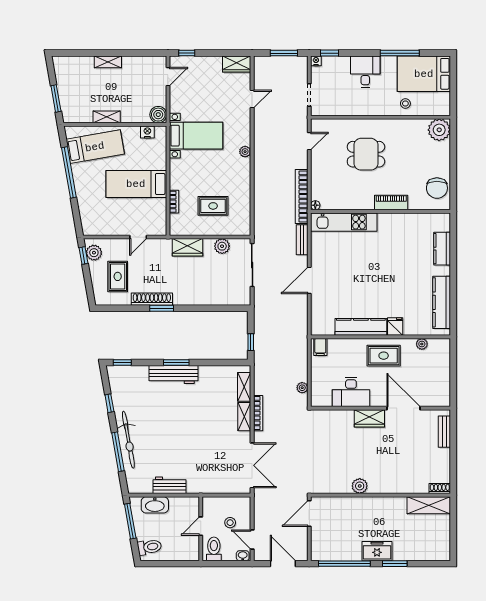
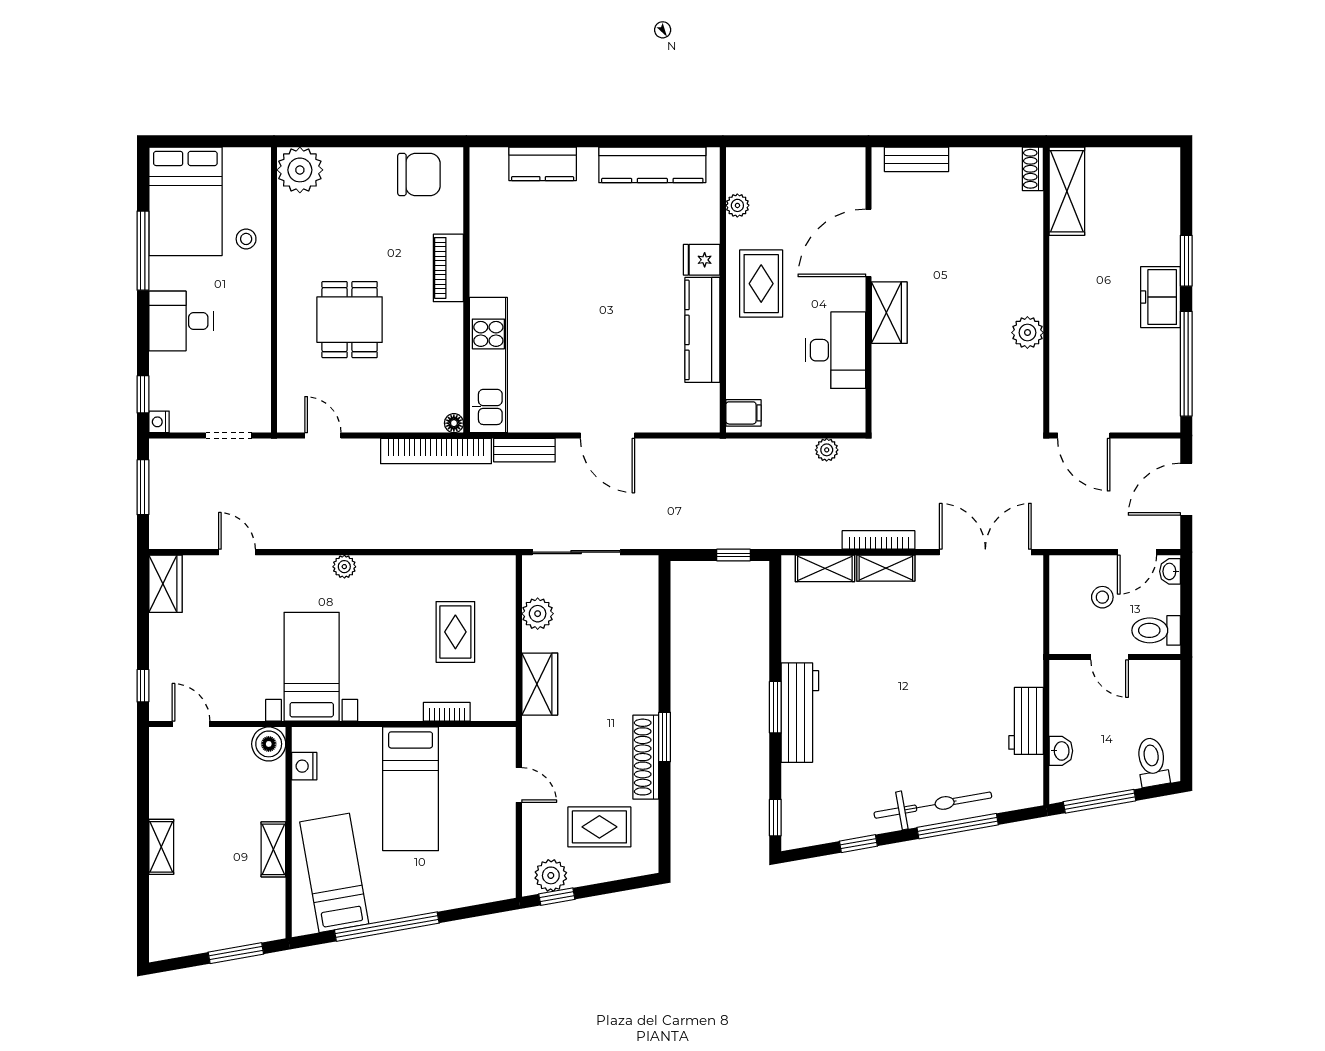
washbasin: (155, 505) -> (1061, 751), width x0.52, depth x0.69

